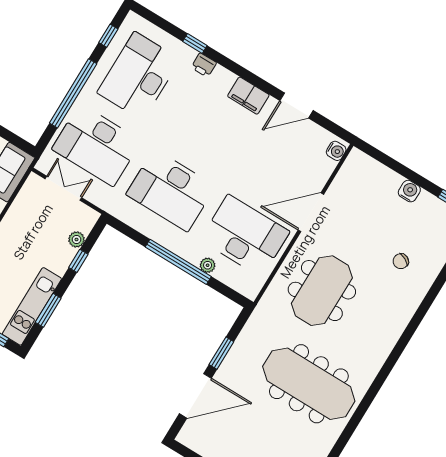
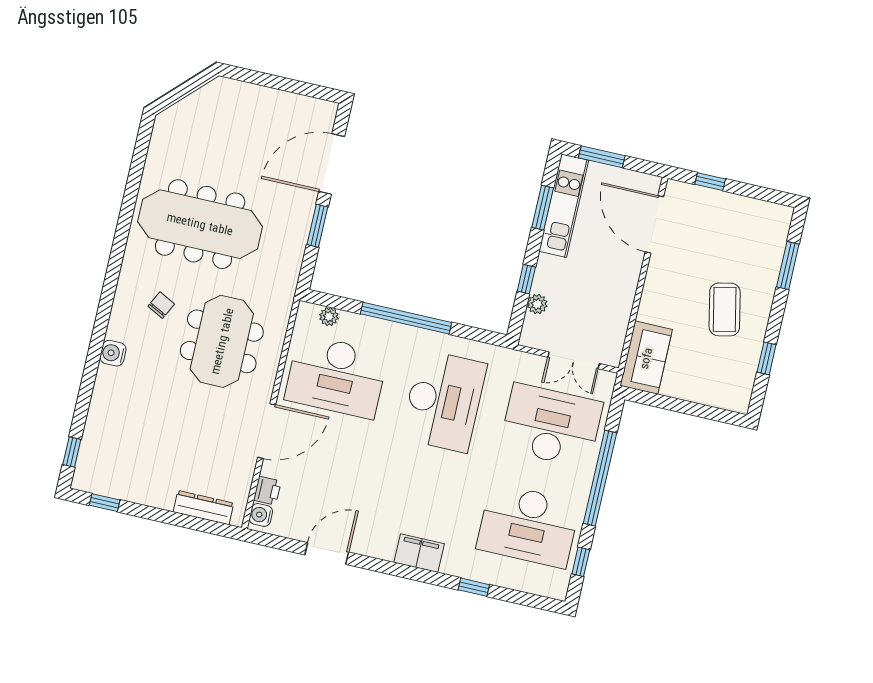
printer: (204, 65) -> (267, 491), moved, turned 90
desk: (139, 76) -> (528, 525), turned 90
filing cabinet: (248, 96) -> (419, 553), moved
dresser: (377, 171) -> (203, 508), added
desk: (171, 190) -> (444, 401), turned 90
water cooler: (409, 191) -> (113, 353), moved, turned 90
chair: (401, 261) -> (161, 305), moved
plant: (208, 265) -> (329, 317), moved

